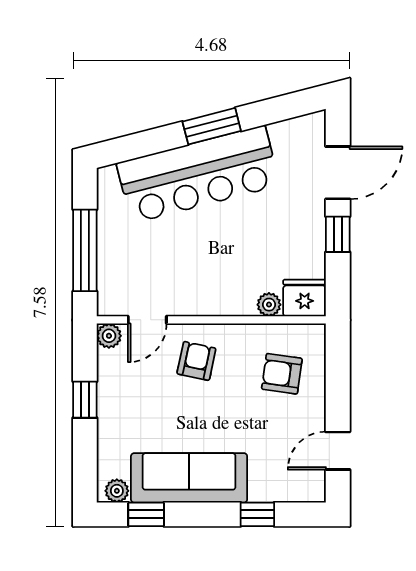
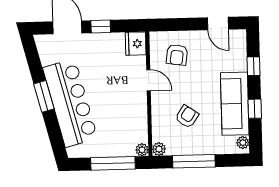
plant: (269, 305) -> (142, 150), moved
door: (147, 320) -> (149, 80), moved
armchair: (196, 361) -> (187, 117), moved, turned 112
window: (85, 400) -> (194, 161), width x2.17
window: (146, 514) -> (255, 109), moved

